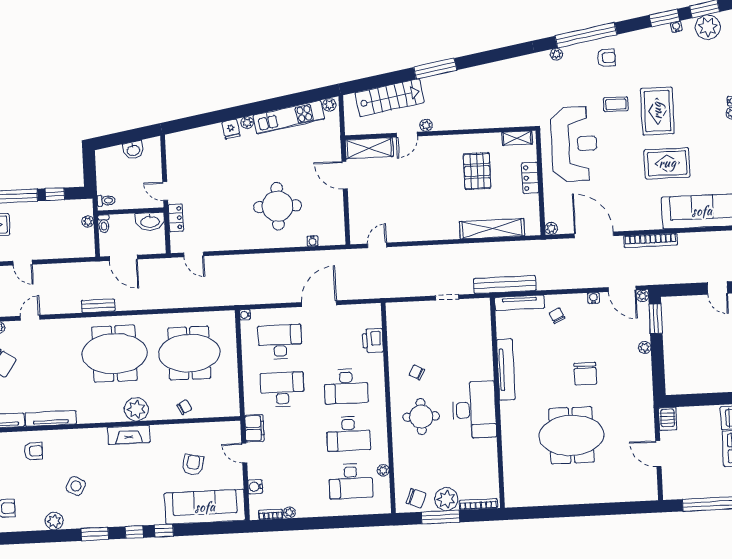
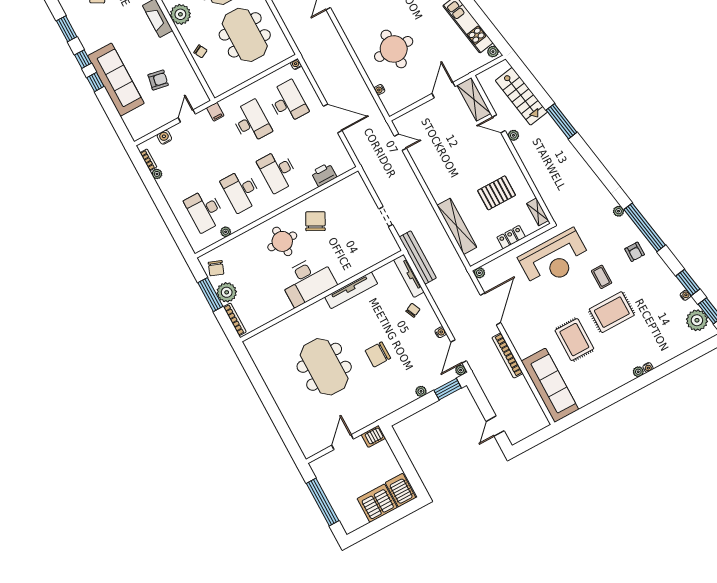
chair: (417, 372) -> (315, 221), width x1.87, depth x1.87
filing cabinet: (254, 428) -> (215, 112), width x0.50
sofa: (205, 507) -> (116, 80), moved

